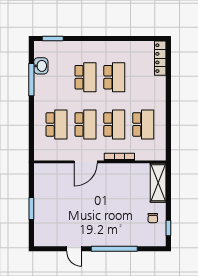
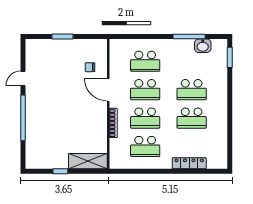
locker: (160, 58) -> (189, 163), moved
chair: (153, 218) -> (90, 67), moved
window: (168, 228) -> (60, 171), moved

